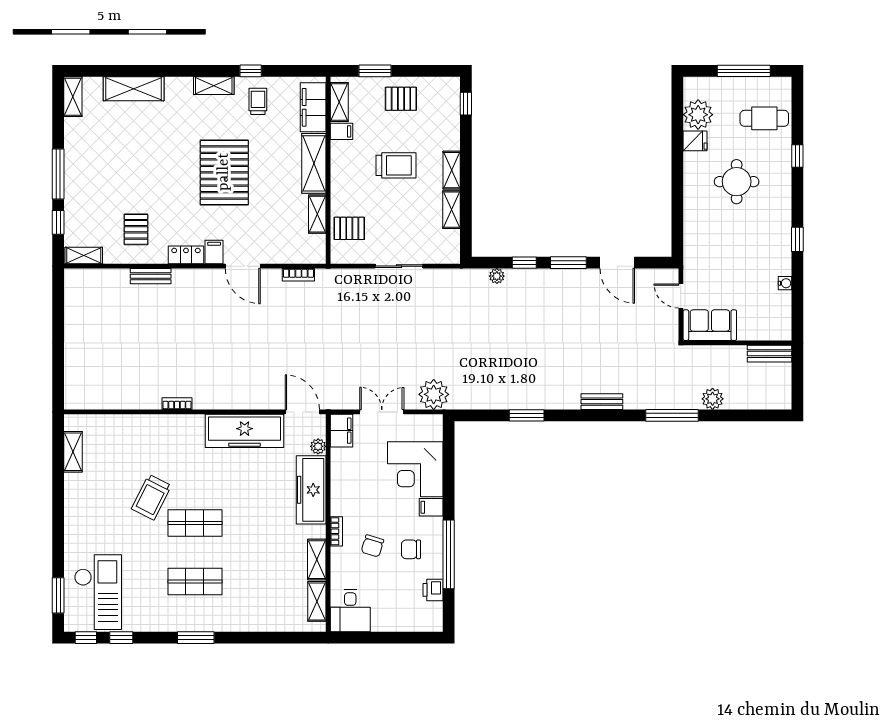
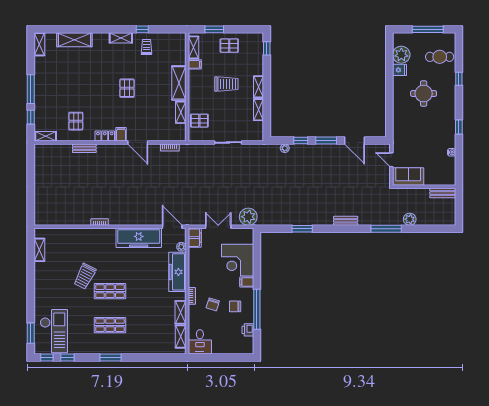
filing cabinet: (313, 107) -> (178, 50), removed
pallet: (224, 172) -> (127, 88), width x0.49, depth x0.50

